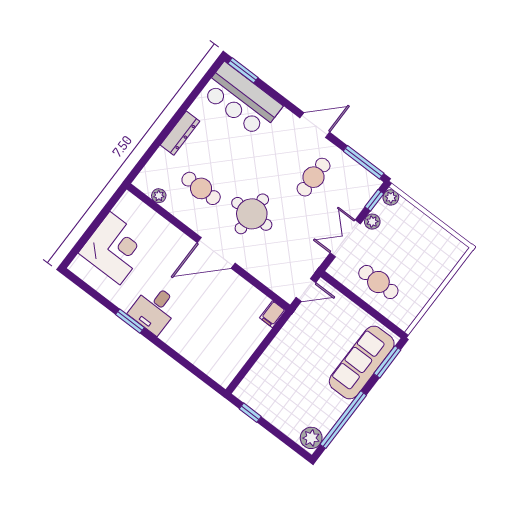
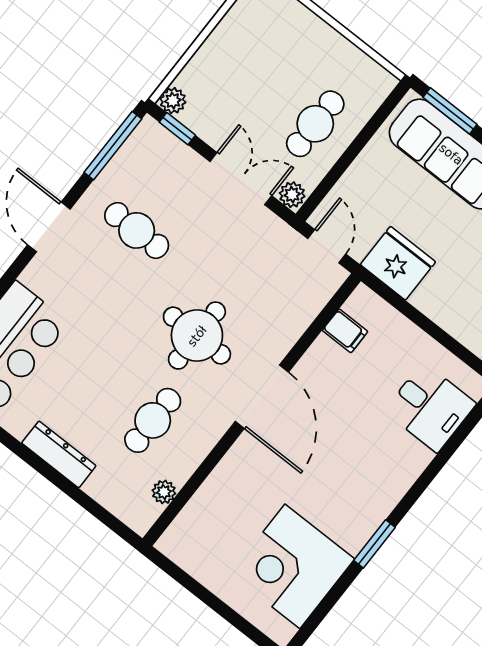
plant: (372, 222) -> (292, 195), moved
double door: (345, 238) -> (241, 179), swing flipped
corner desk: (115, 248) -> (292, 566), moved, turned -90
desk: (154, 309) -> (430, 407), moved
filing cabinet: (273, 314) -> (345, 331), moved
fridge: (297, 332) -> (398, 263), added

